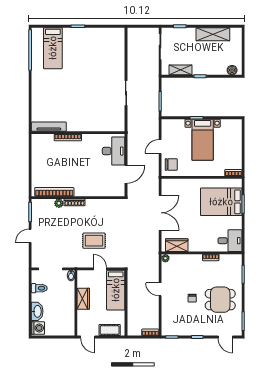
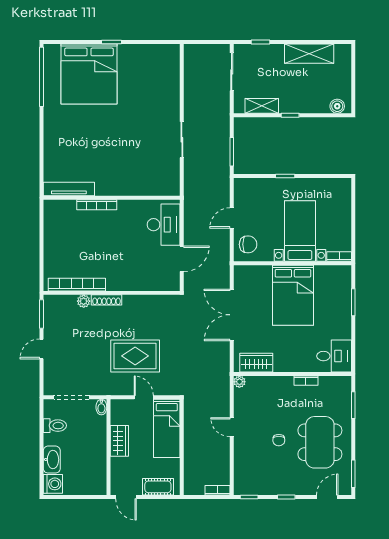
bed: (53, 48) -> (89, 74), width x2.04
bed with nightstands: (203, 140) -> (300, 231), moved, turned 180
bed: (221, 202) -> (293, 295), moved, turned -90
double door: (160, 213) -> (232, 315), swing flipped
rug: (94, 241) -> (135, 356), width x1.36, depth x1.43
dining table: (220, 300) -> (320, 442), width x1.38
door: (225, 337) -> (327, 497), swing flipped

